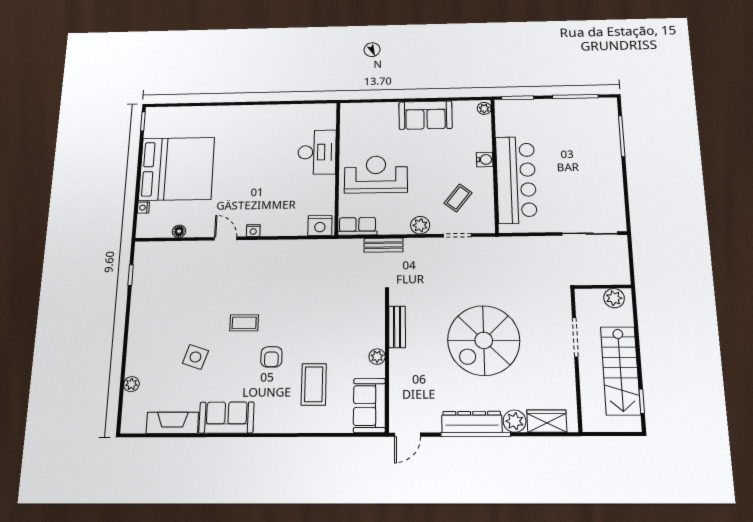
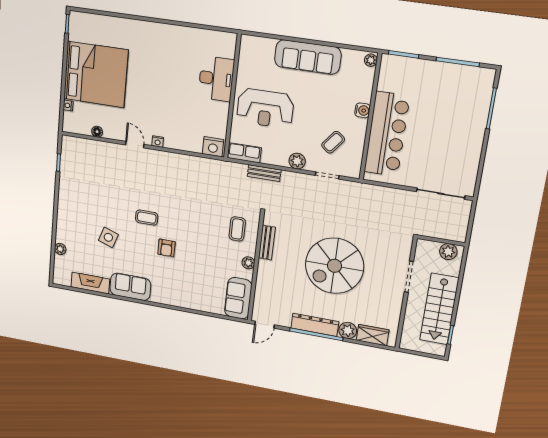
sofa: (425, 115) -> (308, 57), width x1.36
reception desk: (376, 174) -> (265, 108), turned 180
coffee table: (314, 384) -> (237, 229), moved, width x0.73, depth x0.77

